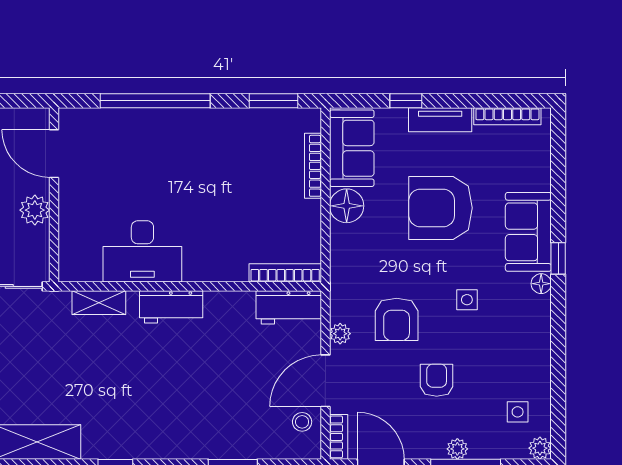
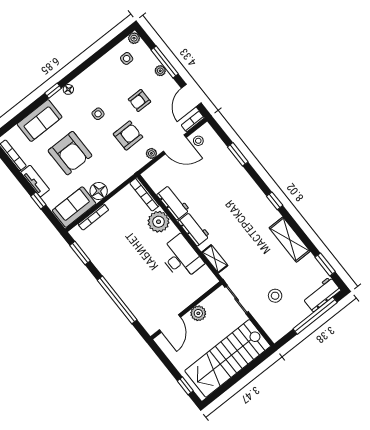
sofa: (528, 232) -> (40, 121), moved
plant: (226, 261) -> (159, 222), added
workbench: (289, 307) -> (173, 202), moved

